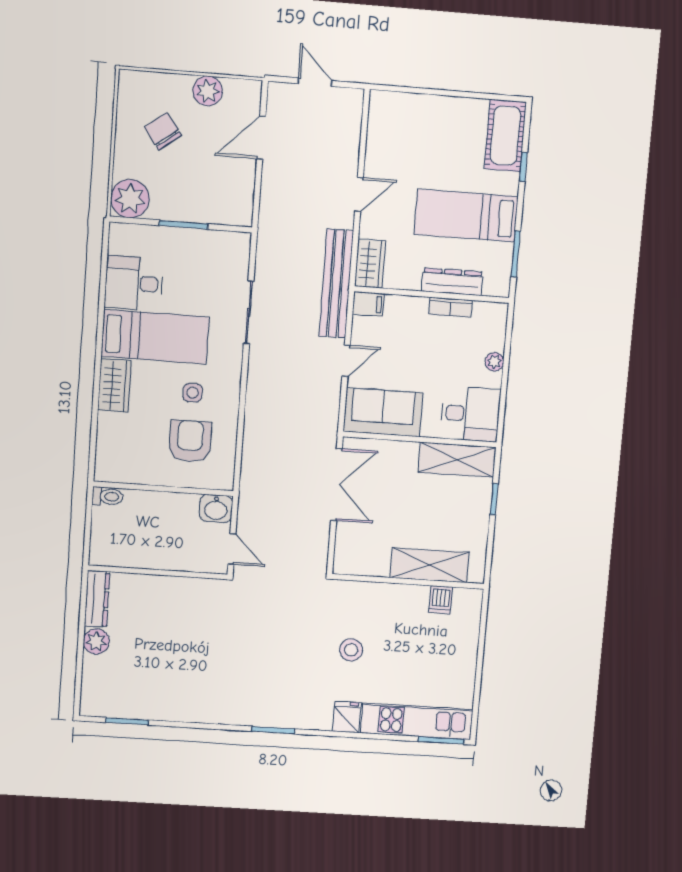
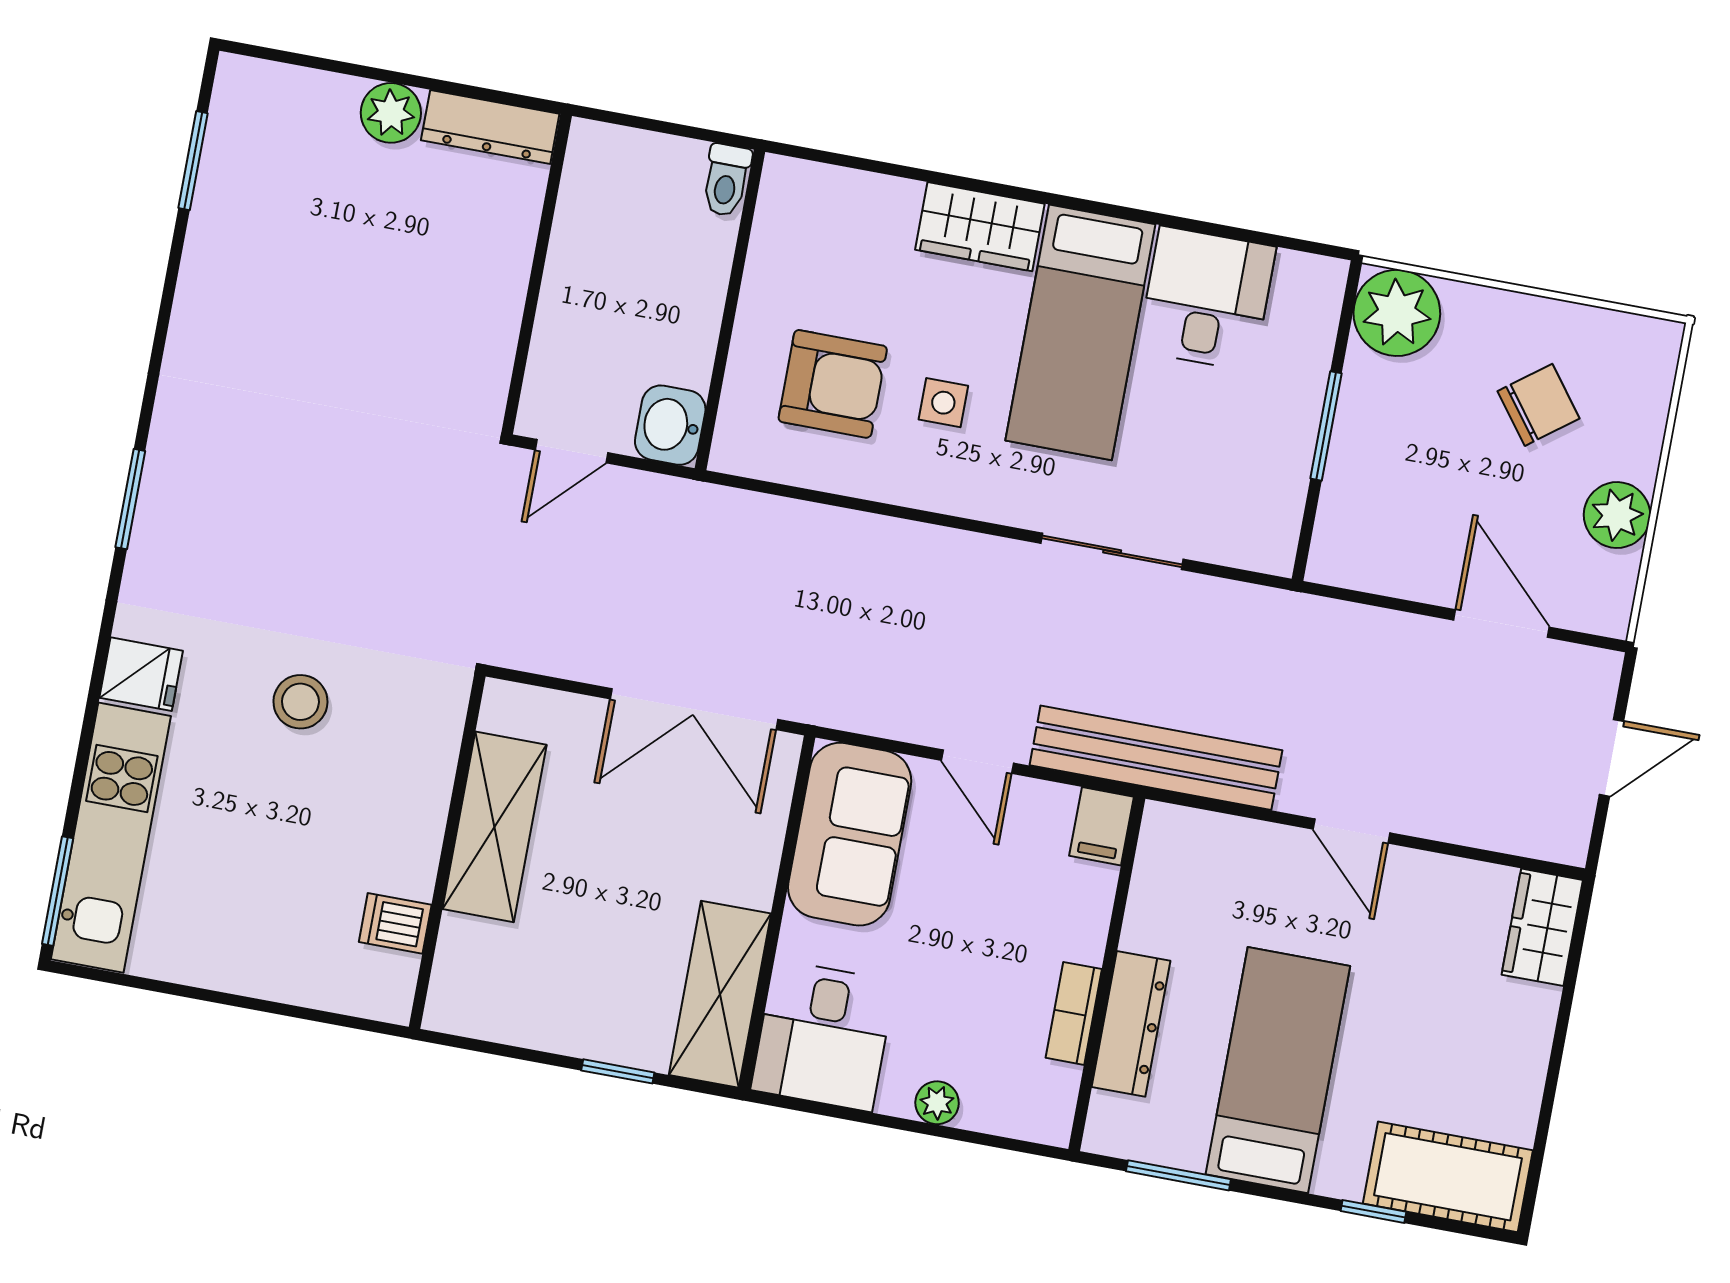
wardrobe: (370, 264) -> (1542, 927), moved, turned 90
shelving: (430, 565) -> (494, 827), moved

